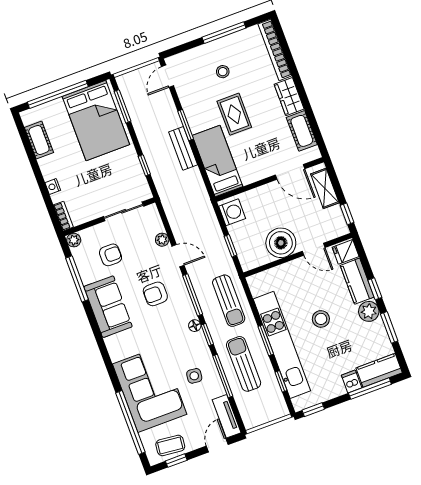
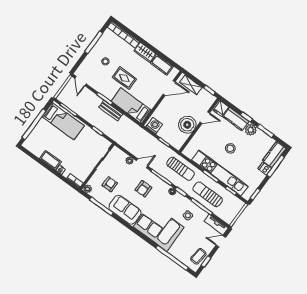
bed: (96, 121) -> (63, 121), width x0.67
cot: (39, 140) -> (50, 160), moved
corner sofa: (150, 389) -> (159, 227), moved
door: (217, 445) -> (221, 241), hinge flipped

